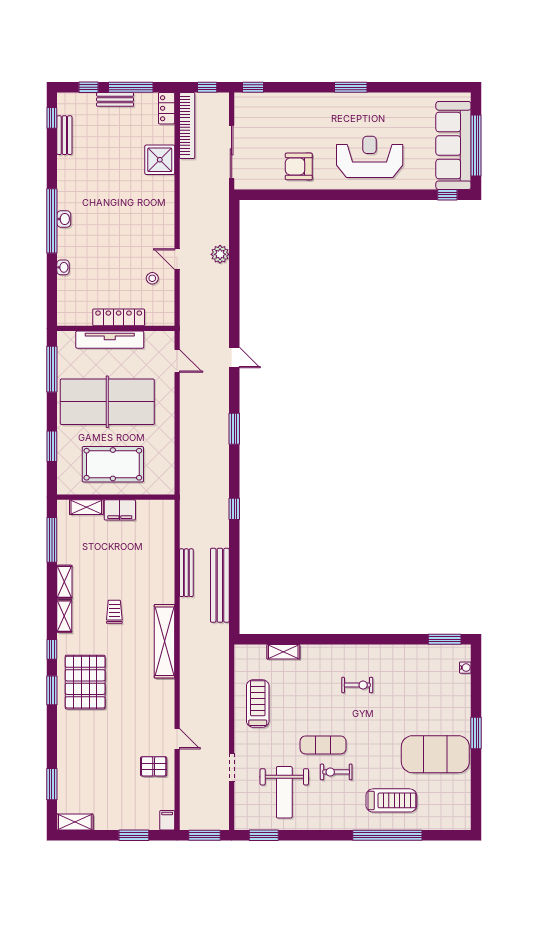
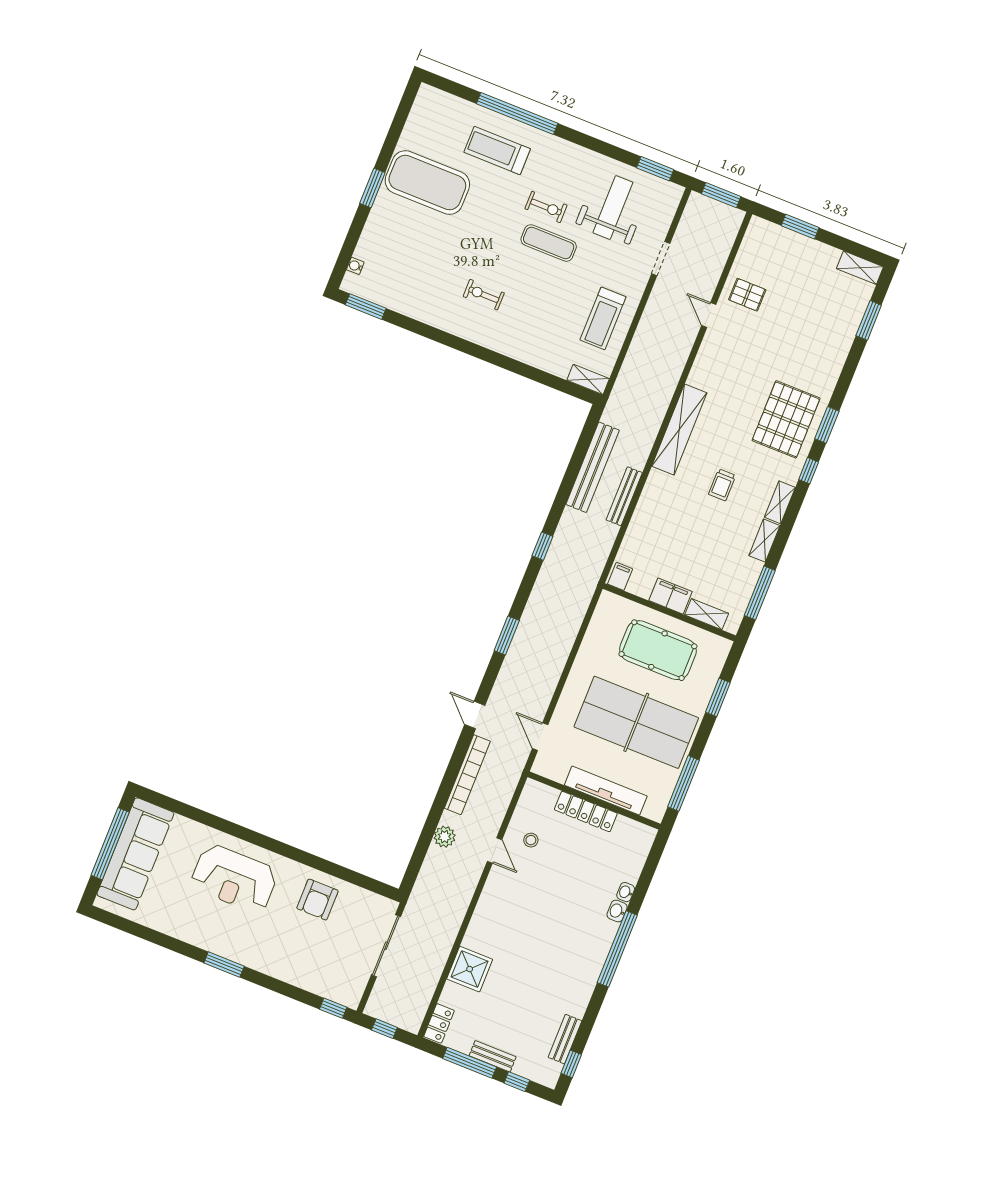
bookcase: (187, 126) -> (467, 775), moved, turned 180
armchair: (299, 166) -> (317, 900), turned 90
window: (447, 195) -> (164, 802), removed
washbasin: (64, 219) -> (617, 911), moved
shelving: (283, 652) -> (588, 379), moved
filing cabinet: (167, 820) -> (620, 576), moved, turned 180

